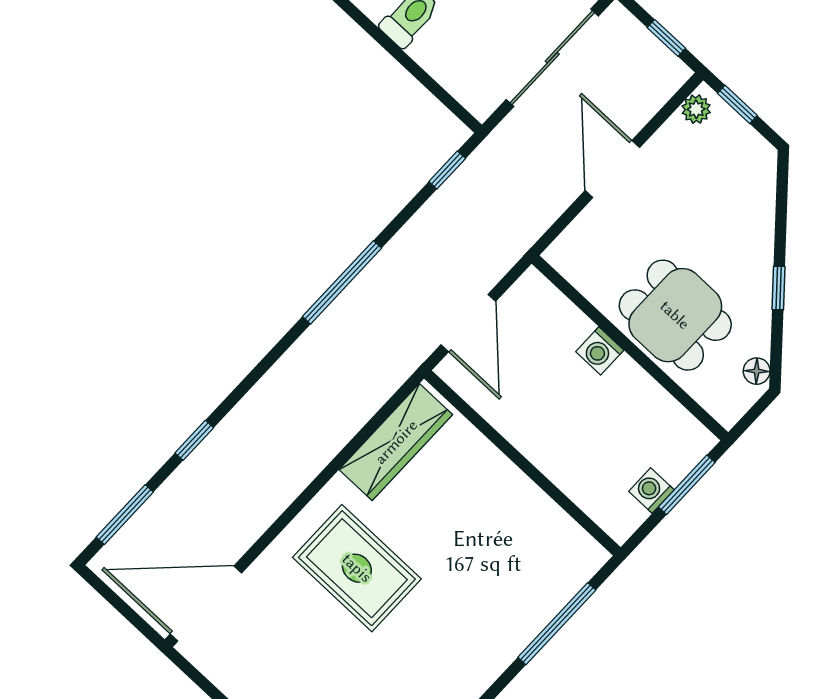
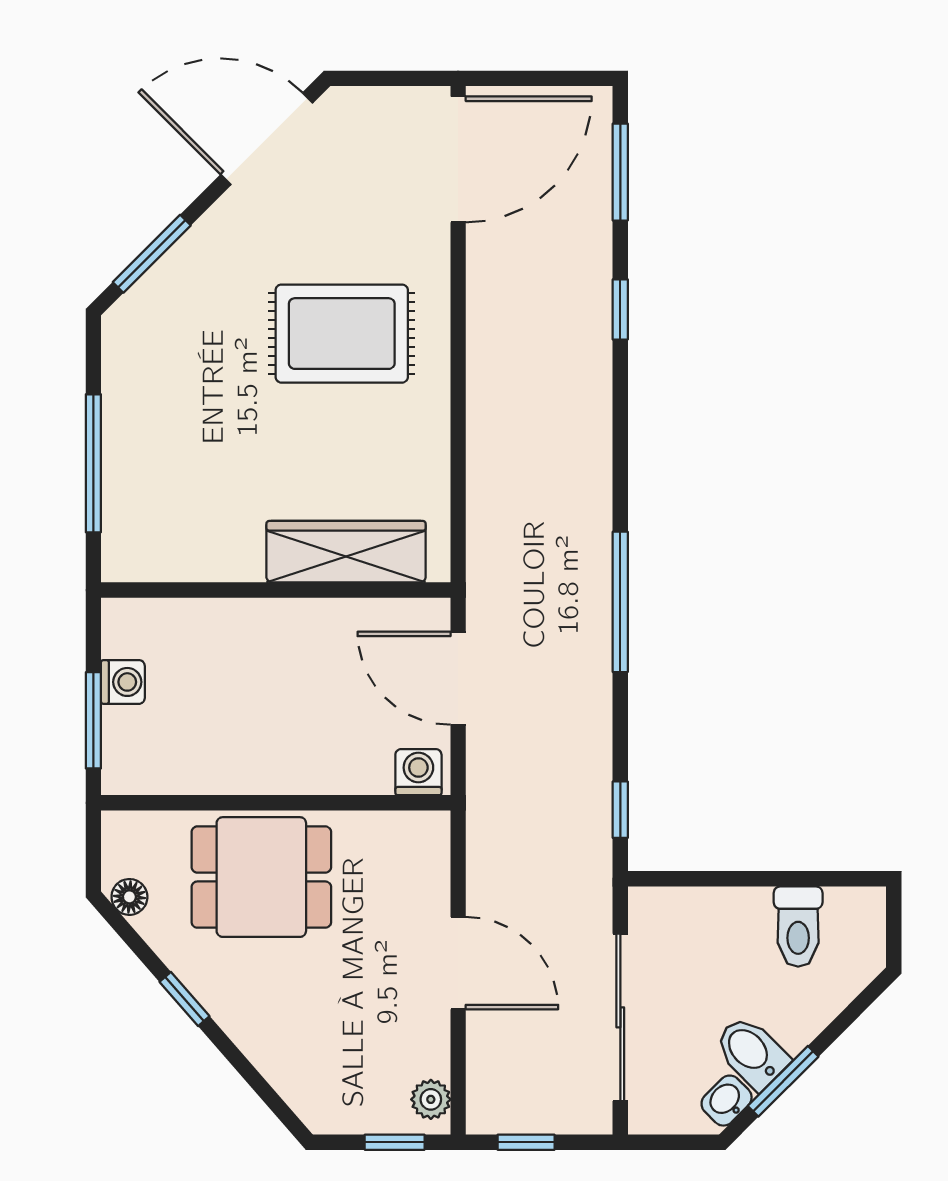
washing machine: (600, 351) -> (418, 772), moved
wardrobe: (396, 442) -> (346, 552), moved, turned 90

